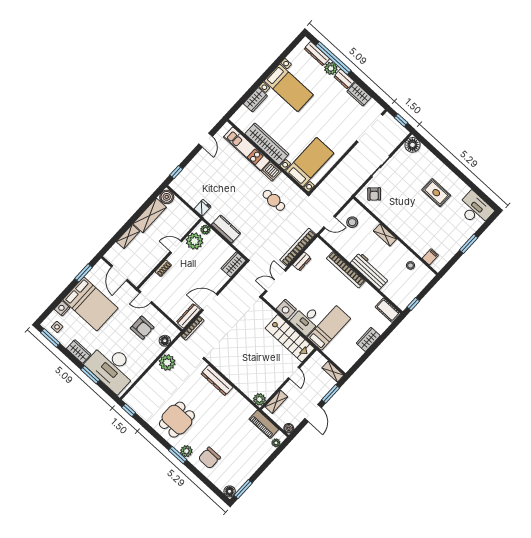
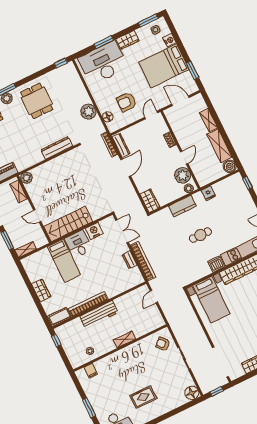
cafe table: (274, 200) -> (200, 235), moved
stool: (352, 222) -> (146, 316), removed
bookcase: (346, 270) -> (88, 304), moved

